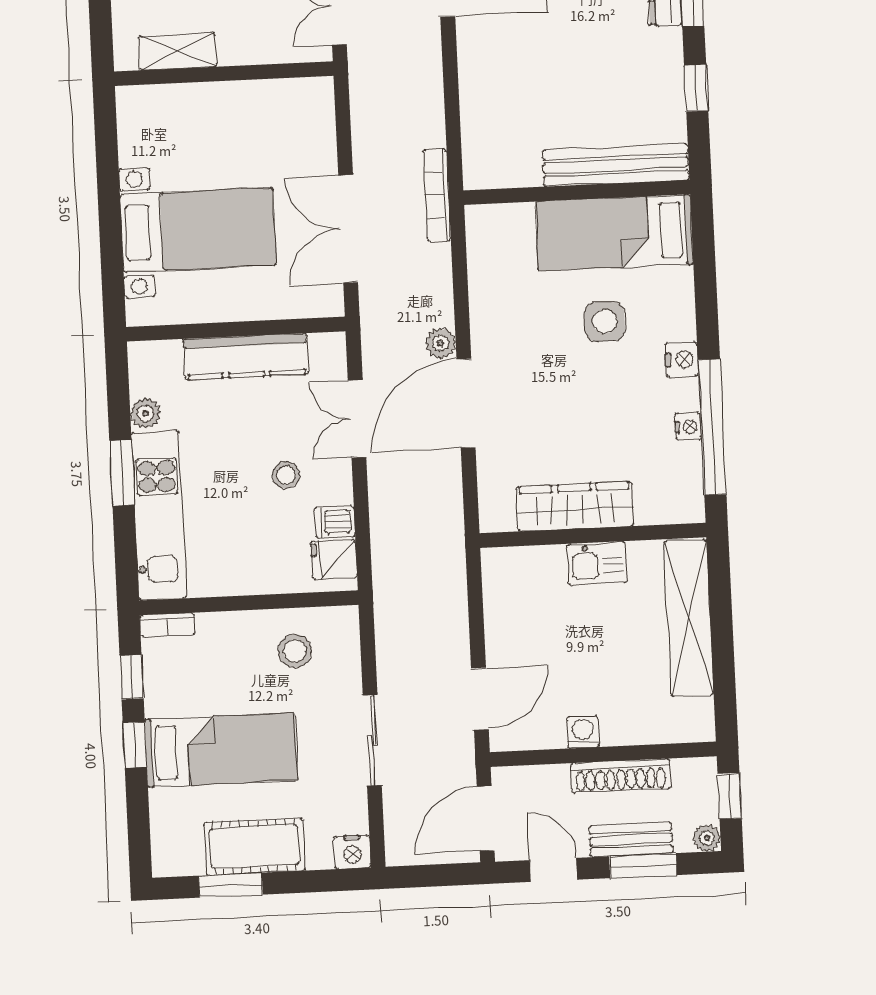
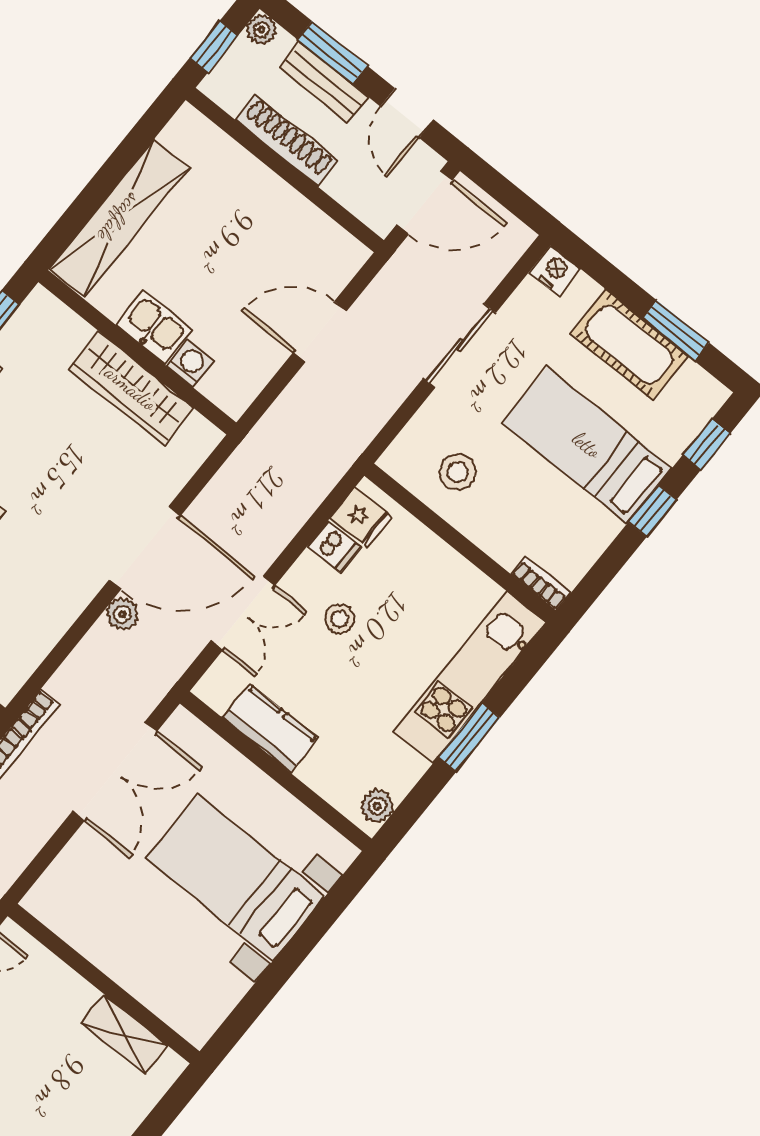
kitchen counter: (246, 356) -> (270, 728), width x0.67
plant: (145, 413) -> (377, 806), moved
window: (132, 677) -> (706, 444), moved
door: (480, 699) -> (320, 332), moved
washing machine: (583, 732) -> (190, 363), moved, turned 180

